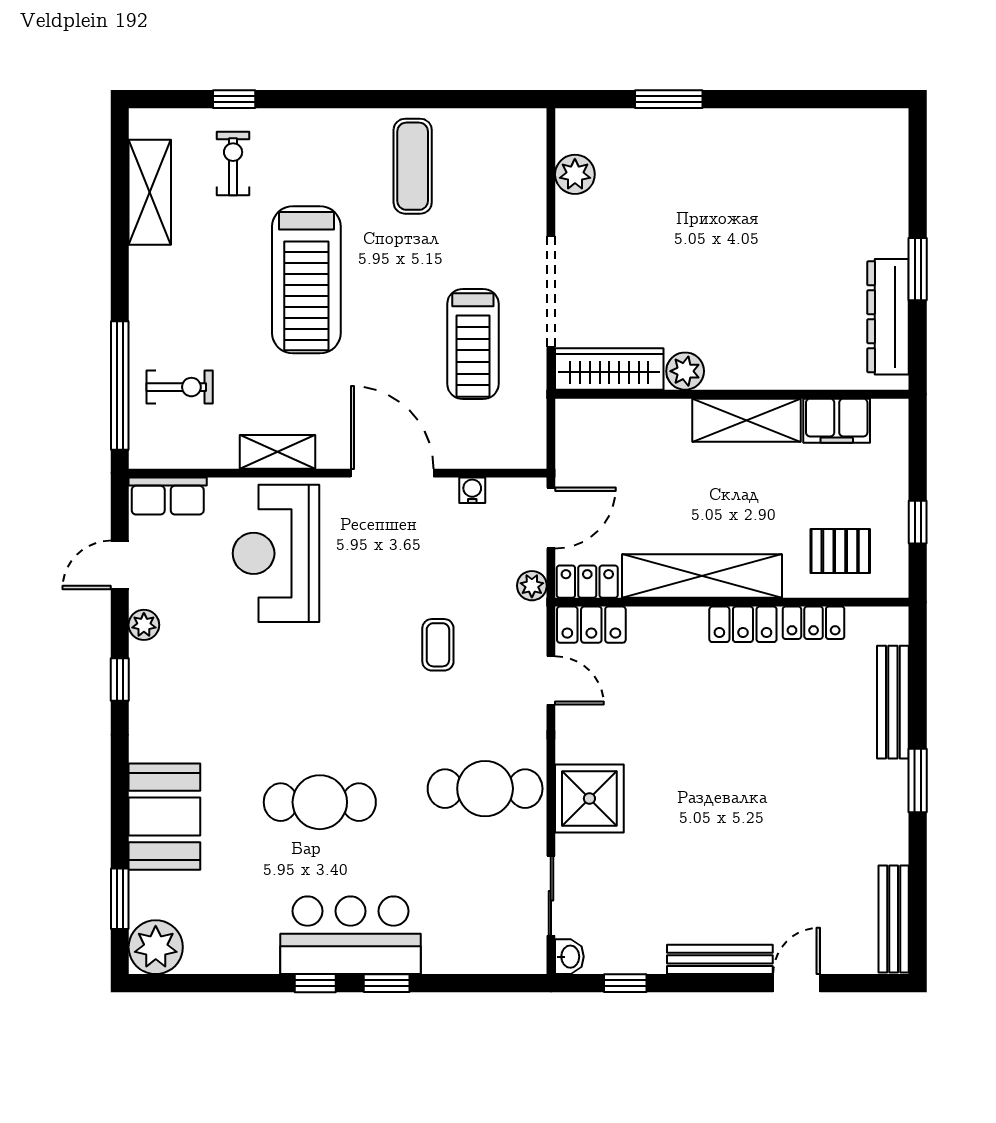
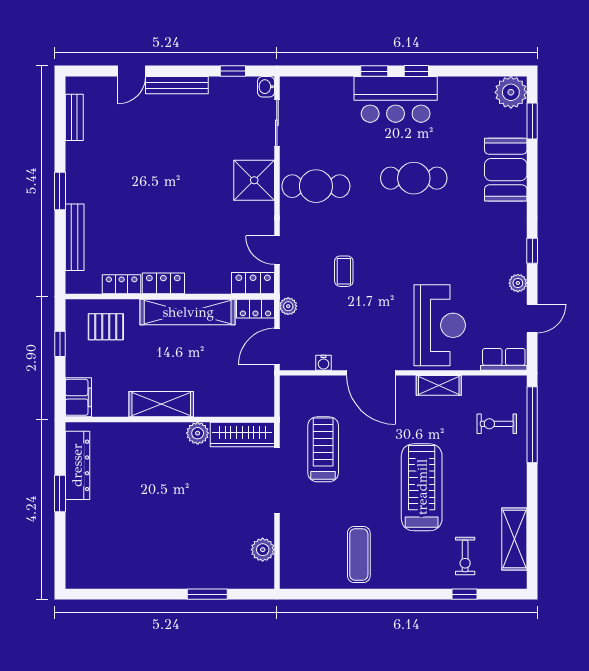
filing cabinet: (837, 421) -> (78, 397), moved, turned 90
bench: (894, 919) -> (74, 117), width x0.73

